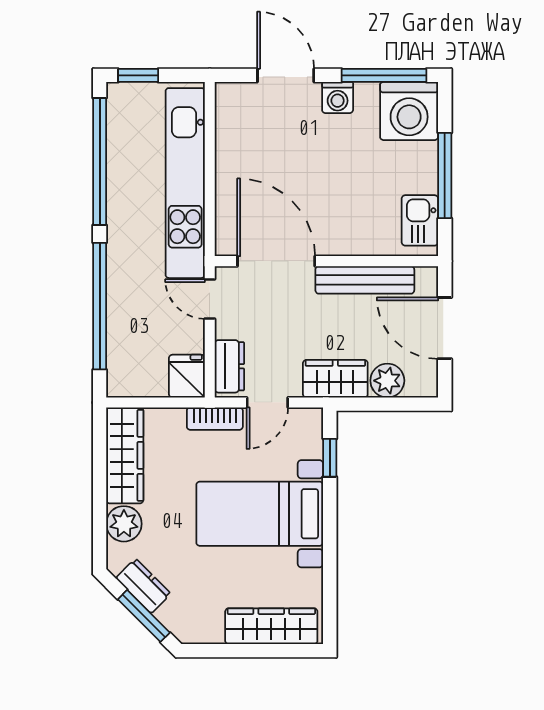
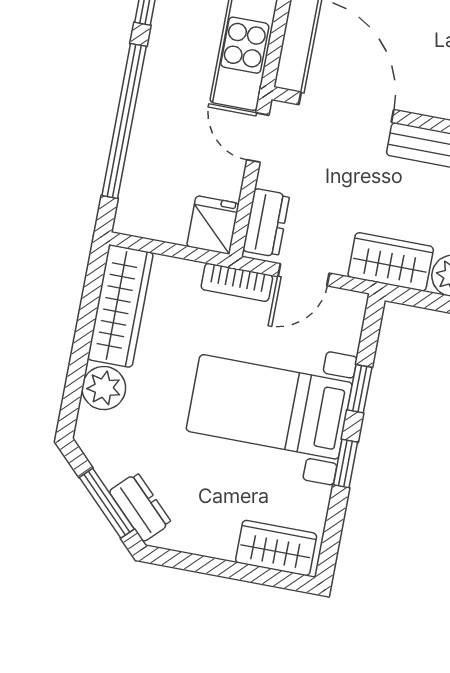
window: (330, 458) -> (360, 389), moved
window: (330, 548) -> (345, 464), added
dresser: (143, 586) -> (140, 507), moved
wardrobe: (271, 626) -> (276, 548), width x0.67

